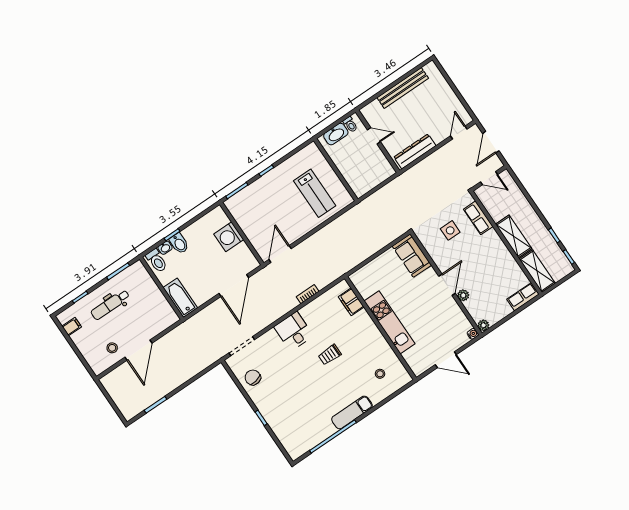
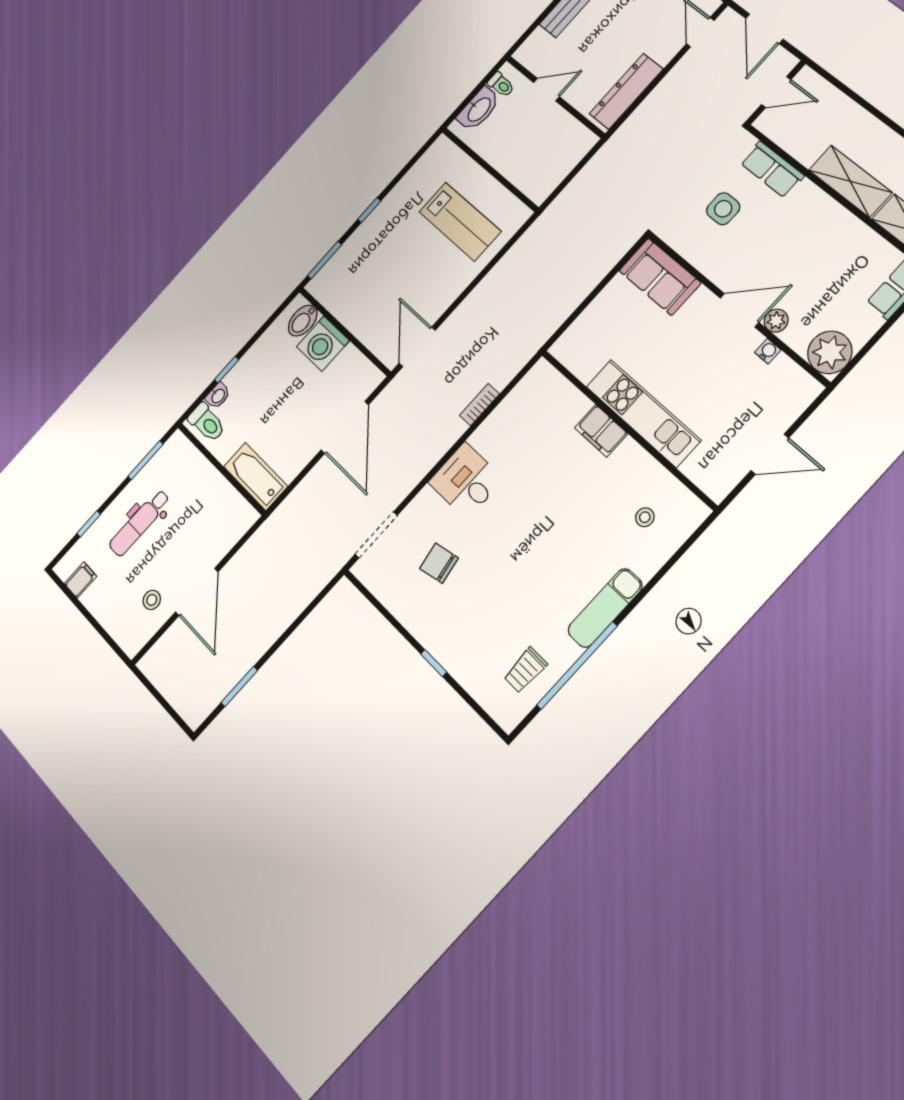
bidet: (179, 243) -> (303, 321), moved, turned 90
door: (447, 285) -> (740, 310), hinge flipped
filing cabinet: (351, 302) -> (601, 431), moved
plant: (483, 325) -> (830, 352), width x1.87, depth x1.87
water cooler: (473, 334) -> (768, 351), moved
trolley: (330, 355) -> (525, 670), moved
chair: (253, 377) -> (439, 563), moved

